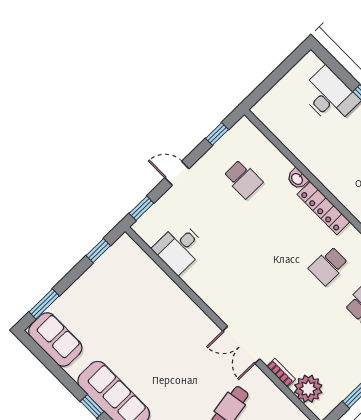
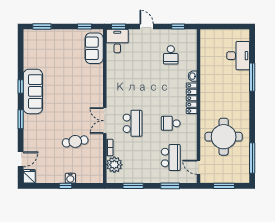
desk: (179, 248) -> (117, 41), moved, turned 90
school desk: (280, 314) -> (132, 123), added
sofa: (55, 339) -> (94, 48), moved, turned 180

